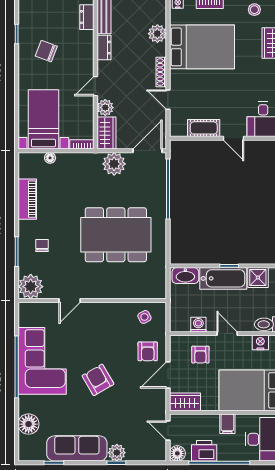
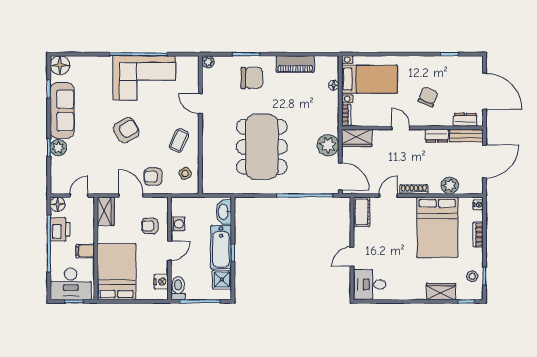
chair: (46, 51) -> (428, 97), moved
plant: (105, 108) -> (381, 137), removed
cot: (204, 128) -> (362, 212), moved
chair: (42, 245) -> (252, 78), width x1.87, depth x1.87
plant: (31, 287) -> (208, 62), width x0.53, depth x0.53
coffee table: (109, 323) -> (179, 140), added
floor lamp: (29, 424) -> (60, 65), moved

